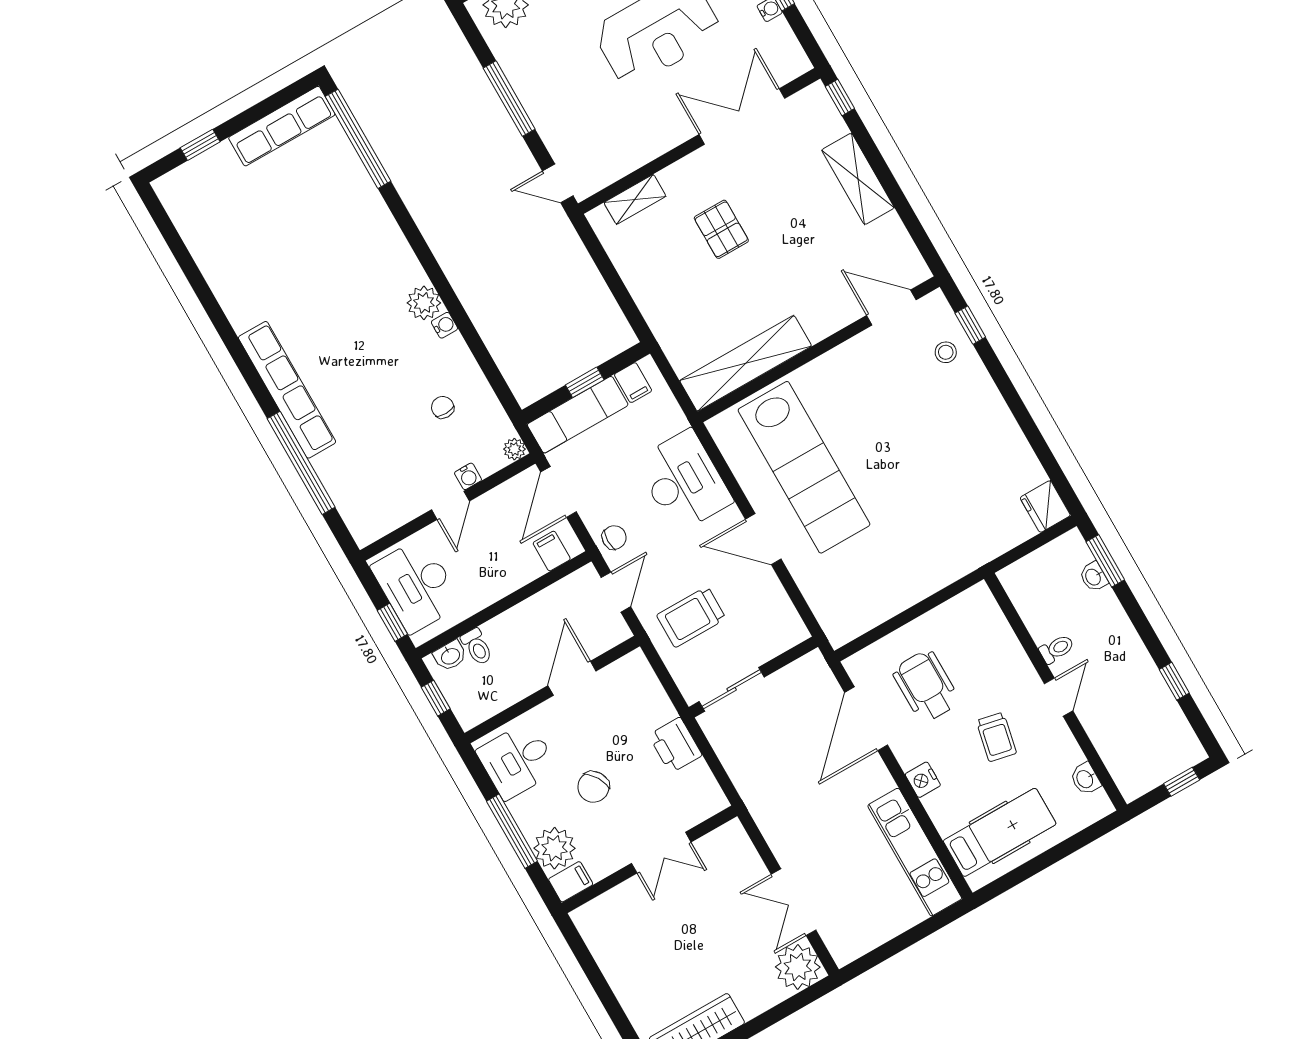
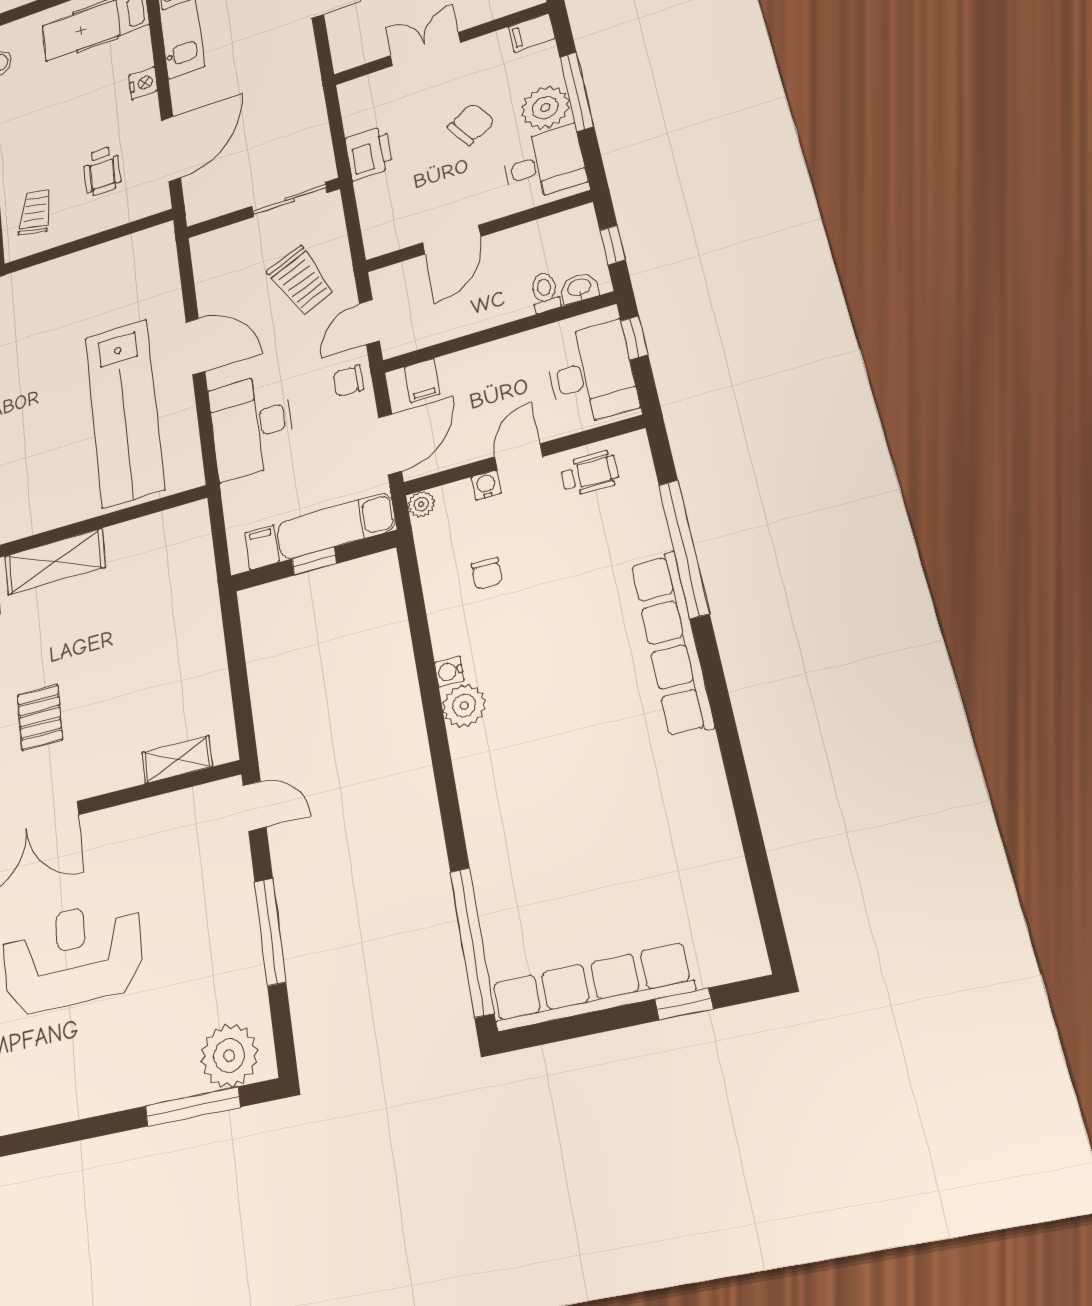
row of seats: (282, 126) -> (591, 987), width x1.36
pallet: (721, 229) -> (40, 717), moved
shelving: (746, 363) -> (55, 562), moved, width x0.68
lab bench: (804, 467) -> (124, 412), turned 180
wheelchair: (390, 505) -> (590, 473), added
trolley: (691, 617) -> (301, 281), turned 66
wheelchair: (926, 686) -> (102, 171), width x0.73, depth x0.73
trolley: (996, 737) -> (35, 212), moved
plant: (555, 848) -> (545, 108), moved

